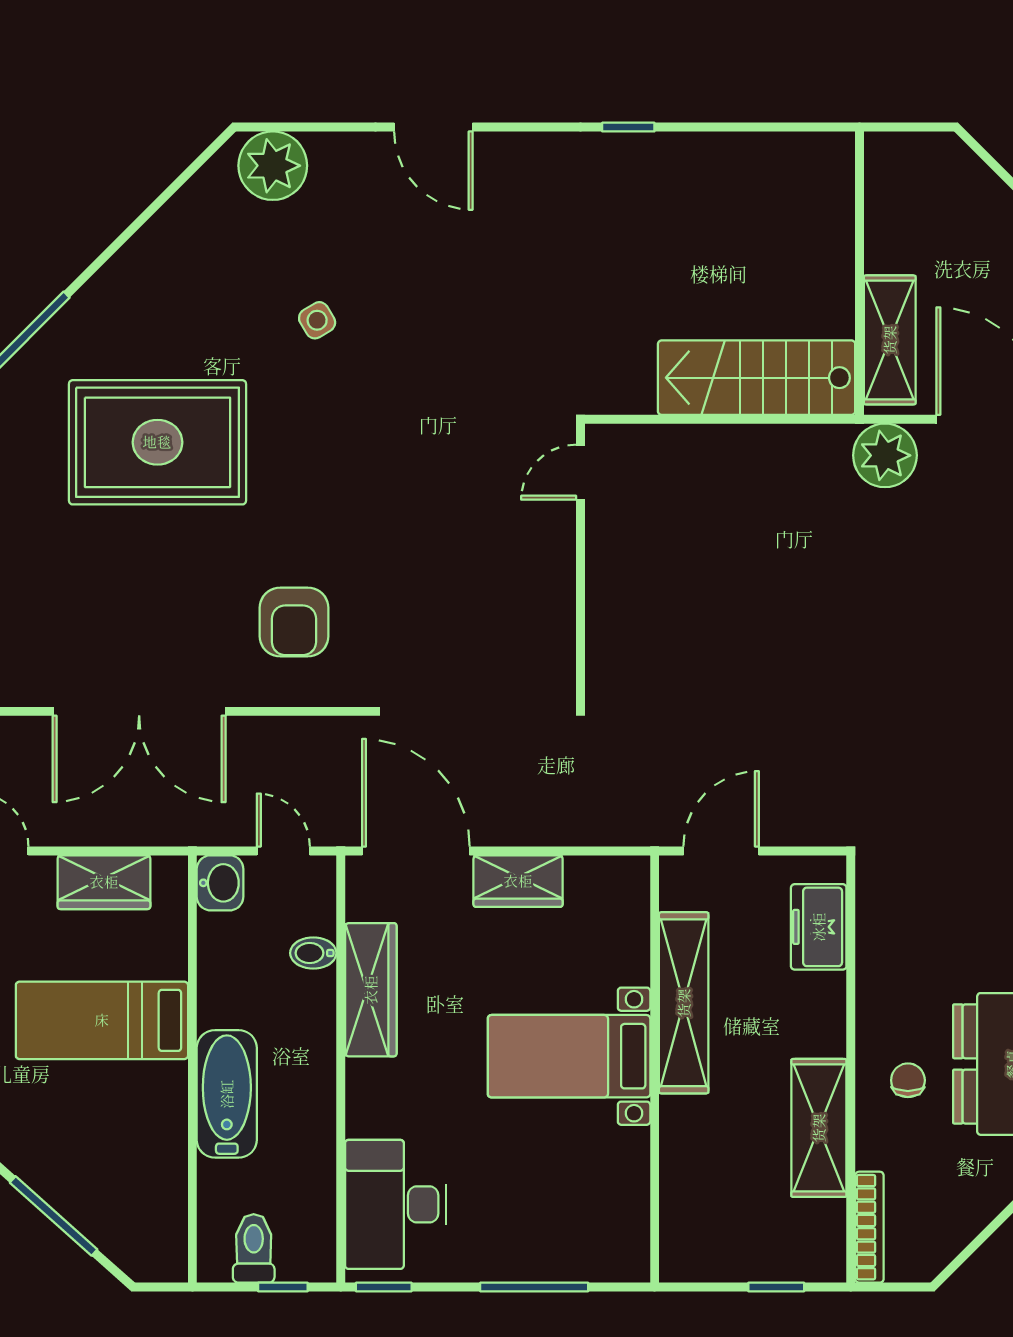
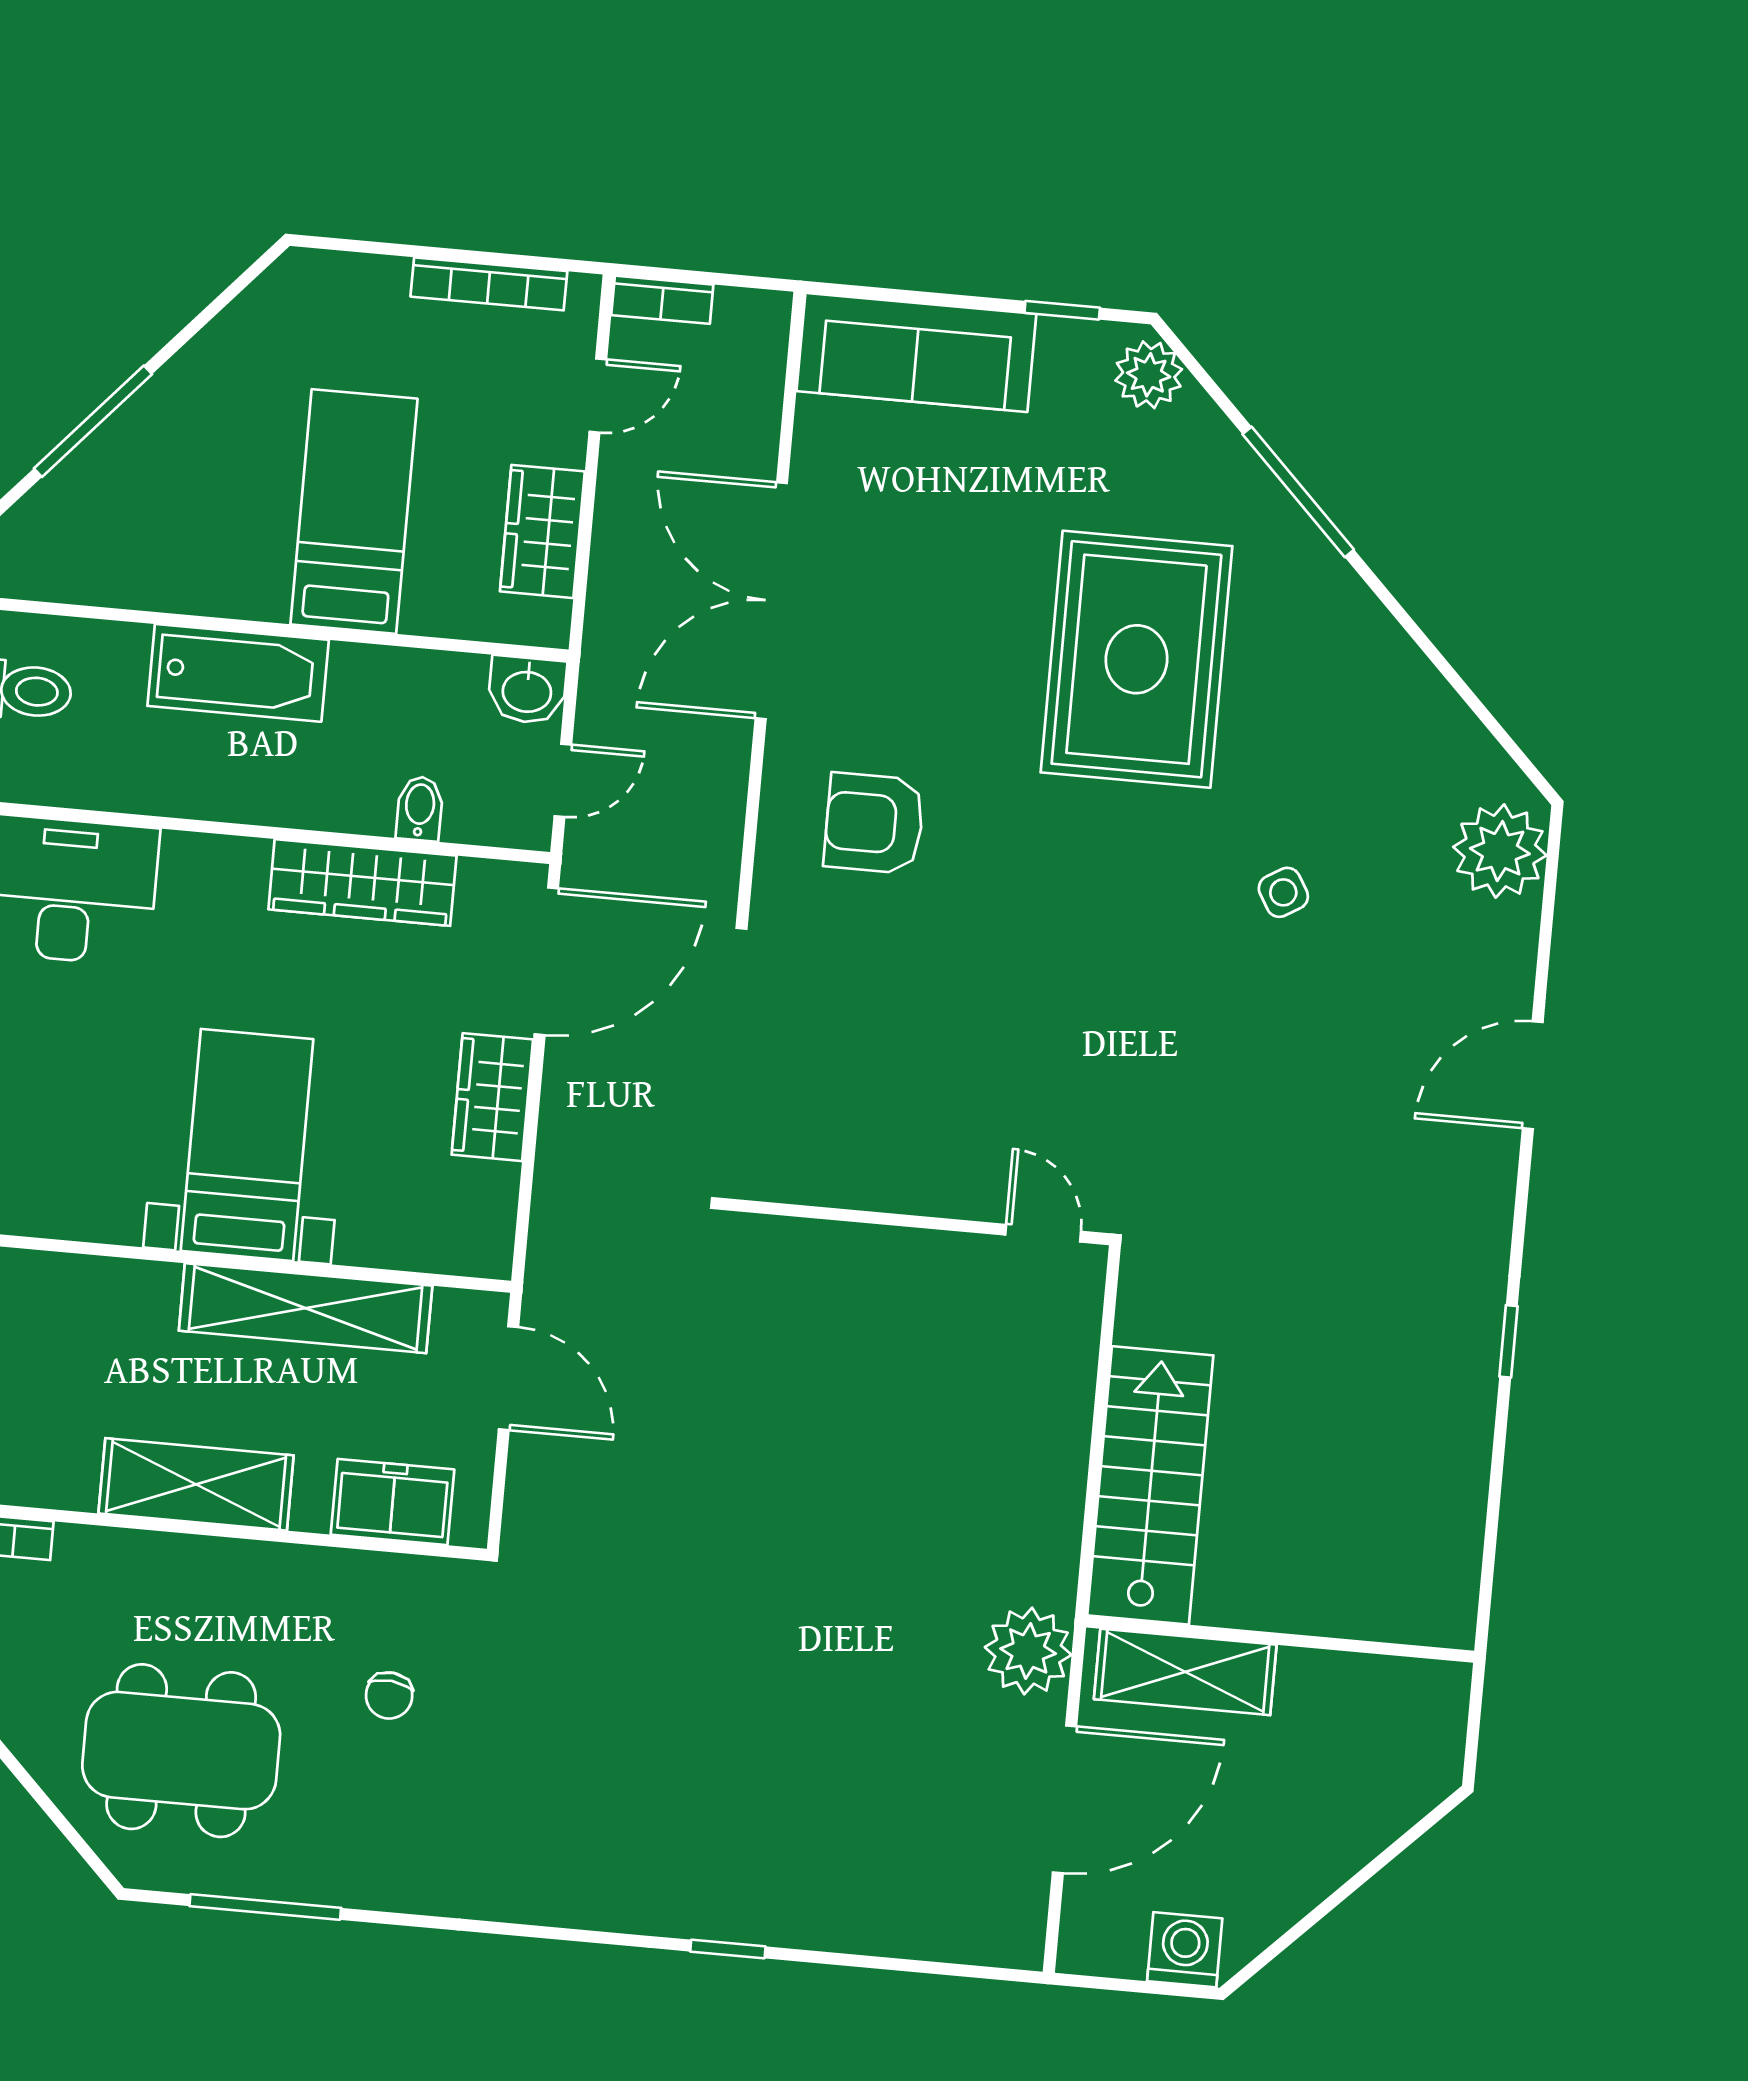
chair: (908, 1080) -> (389, 1695), moved, turned 96
shelving: (819, 1128) -> (196, 1484), moved

